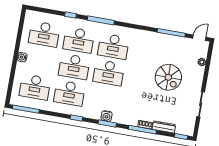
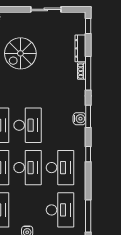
spiral stairs: (168, 77) -> (20, 53), turned 180

